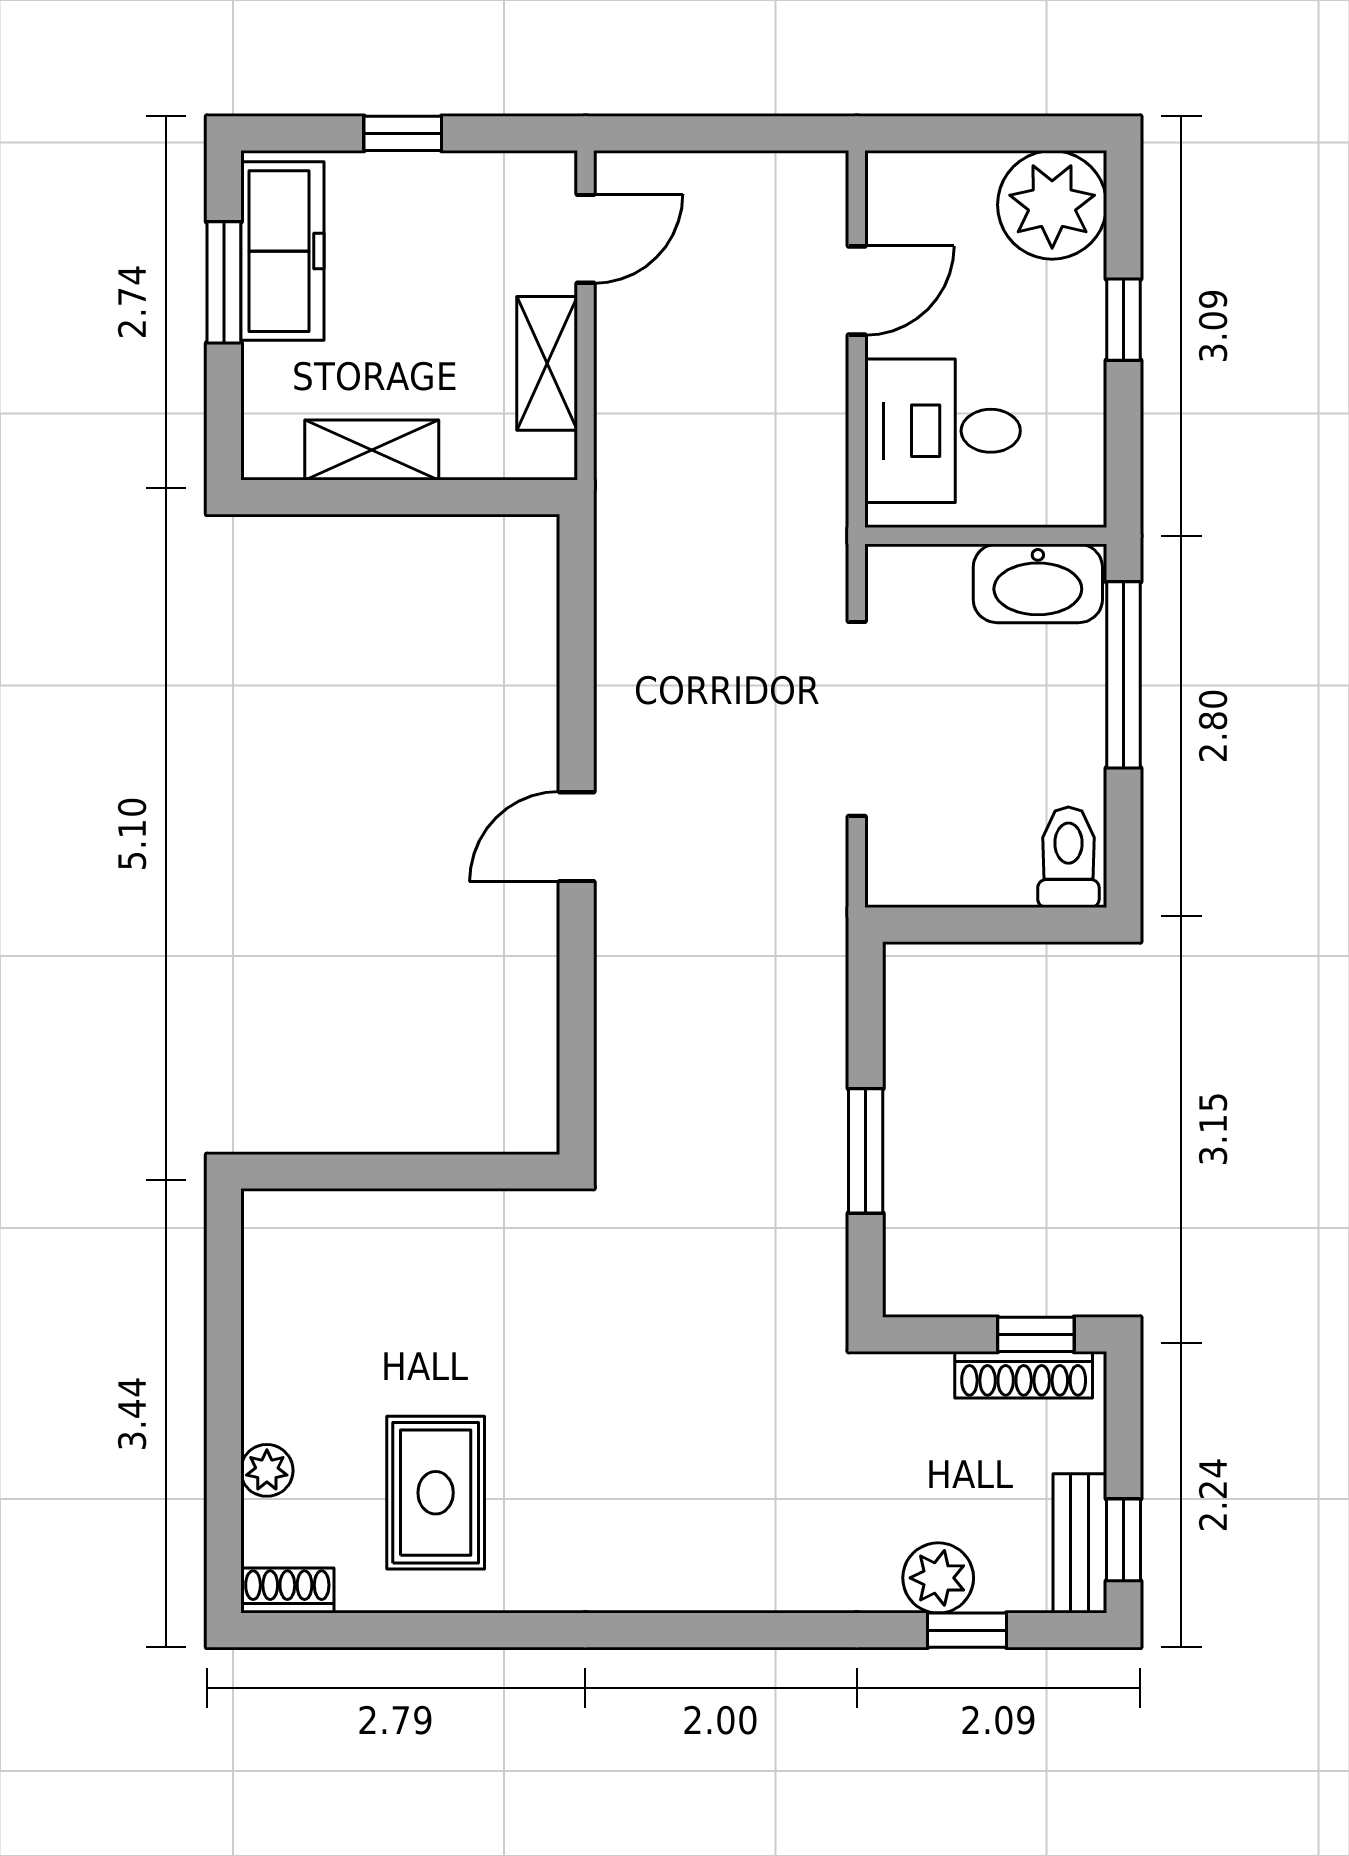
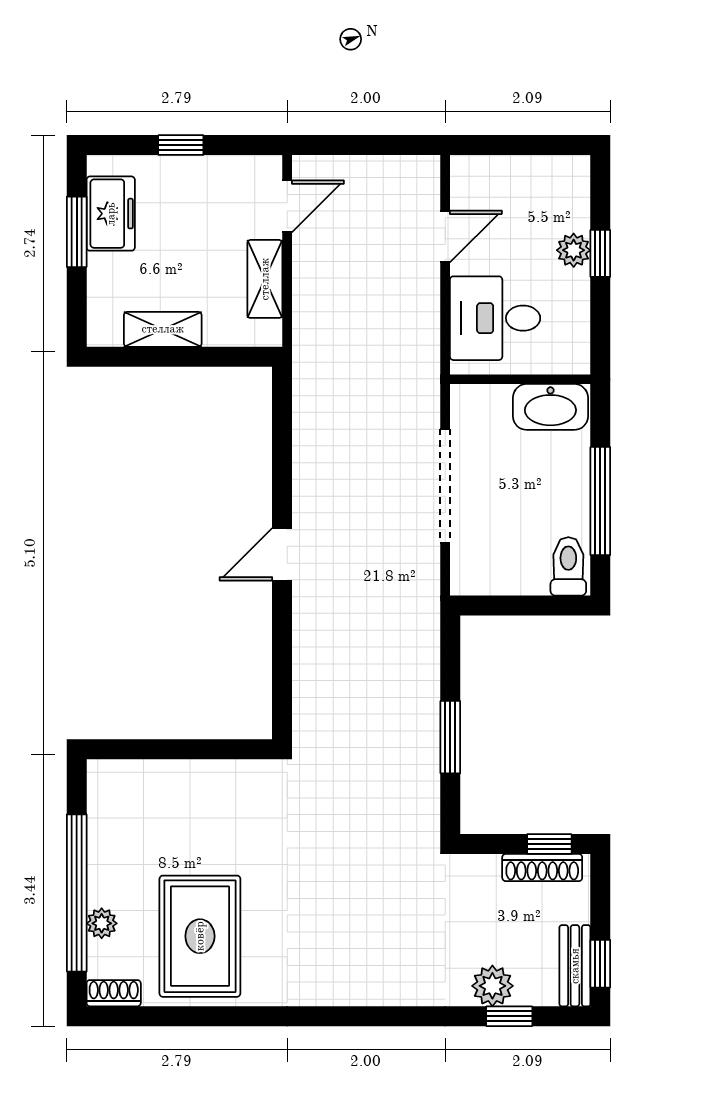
plant: (1052, 205) -> (574, 250), moved, width x0.53, depth x0.53
freezer: (282, 251) -> (111, 214), width x0.71
window: (1124, 675) -> (600, 501), moved
window: (224, 1418) -> (77, 893), added
rug: (436, 1493) -> (200, 936), width x1.36, depth x1.43

